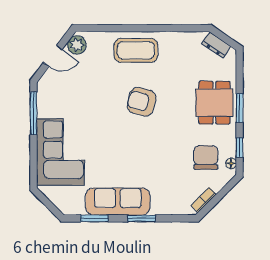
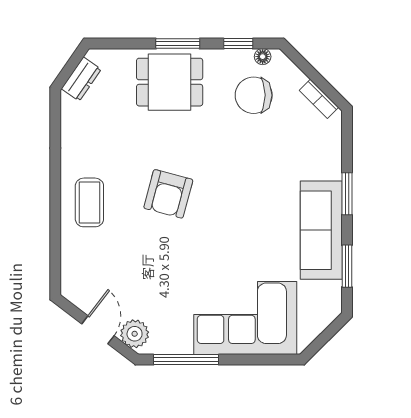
plant: (77, 45) -> (135, 334), moved
coffee table: (136, 50) -> (89, 202), width x0.73, depth x0.76

